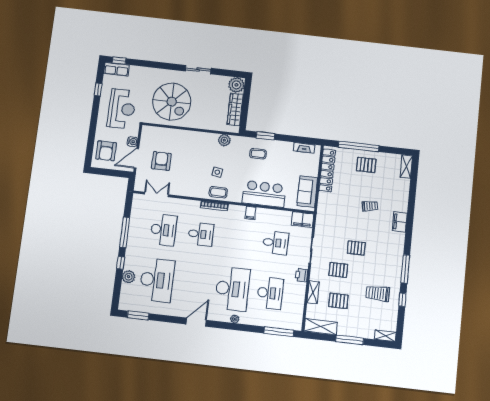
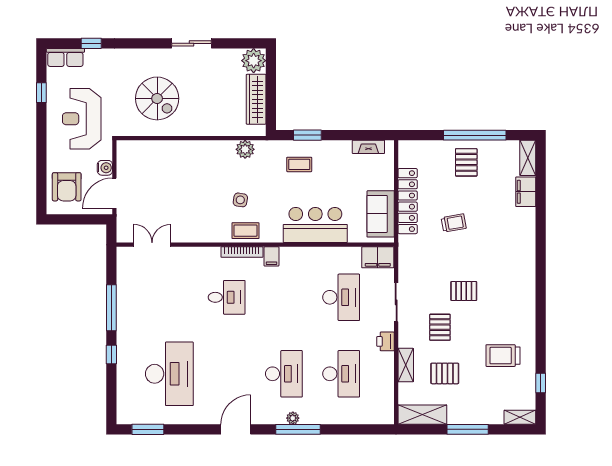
window: (119, 61) -> (91, 43), moved
spiral stairs: (172, 102) -> (157, 98), width x0.73, depth x0.73
reception desk: (122, 109) -> (82, 119), turned 180
window: (359, 146) -> (475, 135), moved
armchair: (161, 161) -> (153, 193), removed
pallet: (366, 165) -> (466, 162), turned 90
locker: (327, 170) -> (408, 201), moved
trolley: (370, 206) -> (454, 223), moved
filing cabinet: (250, 213) -> (271, 256), moved
filing cabinet: (400, 222) -> (526, 192), moved
desk: (163, 230) -> (169, 297), removed
desk: (276, 243) -> (341, 297), width x1.37
window: (405, 269) -> (541, 314), removed
pallet: (338, 270) -> (440, 327), turned 90
plant: (129, 277) -> (126, 374), removed
desk: (232, 289) -> (284, 374), width x0.73, depth x0.77
window: (402, 300) -> (541, 383), moved
window: (279, 332) -> (298, 429), moved

